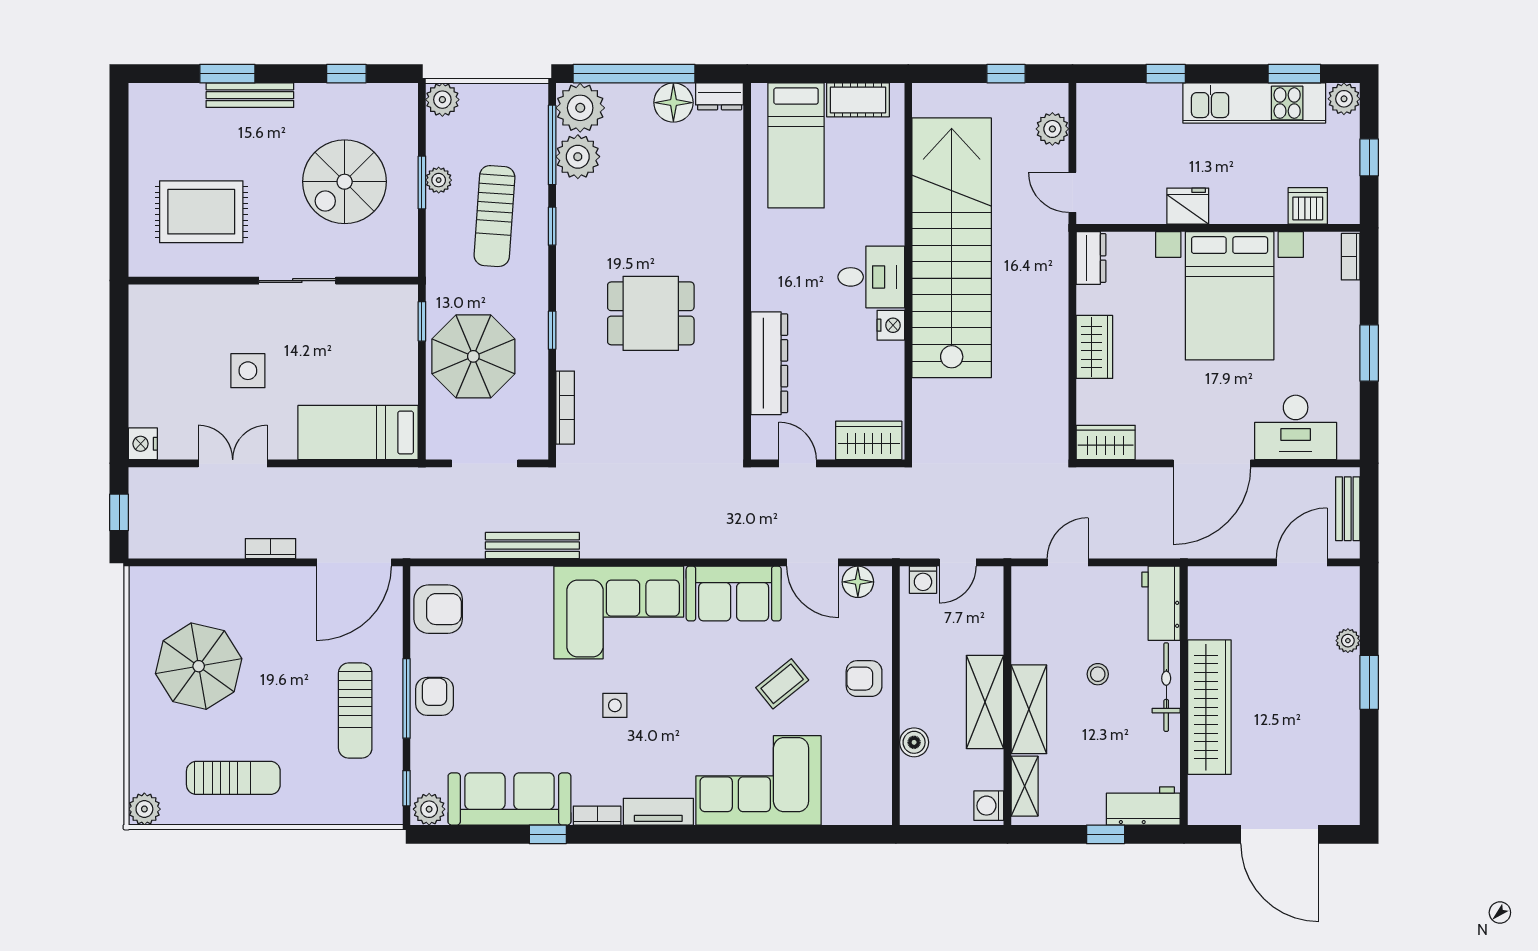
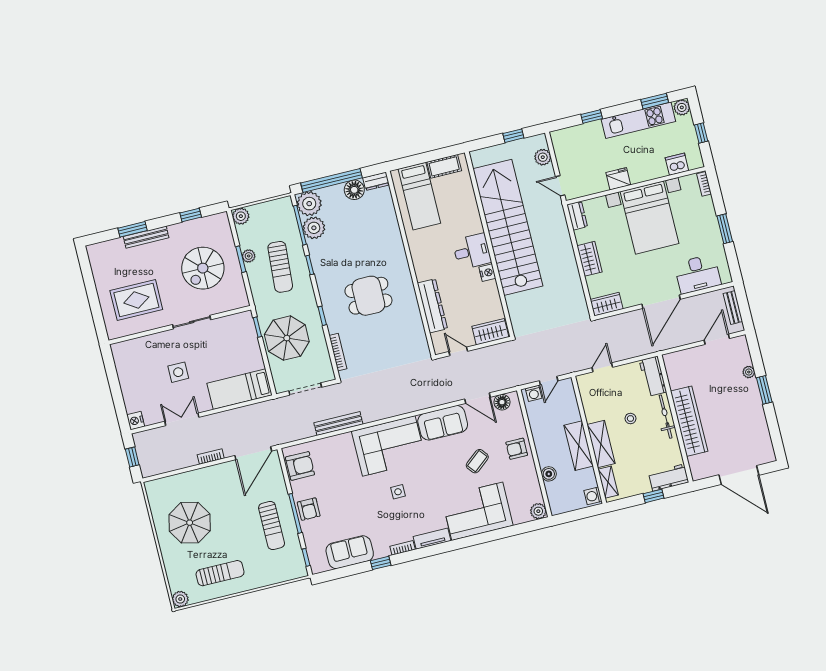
armchair: (435, 696) -> (309, 509), turned 180
sofa: (509, 799) -> (350, 552), width x0.73
plant: (429, 809) -> (538, 511), moved

